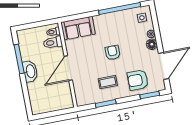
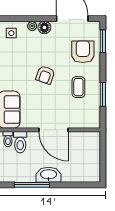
armchair: (113, 53) -> (45, 75), turned -71
armchair: (138, 80) -> (83, 52), turned 180

